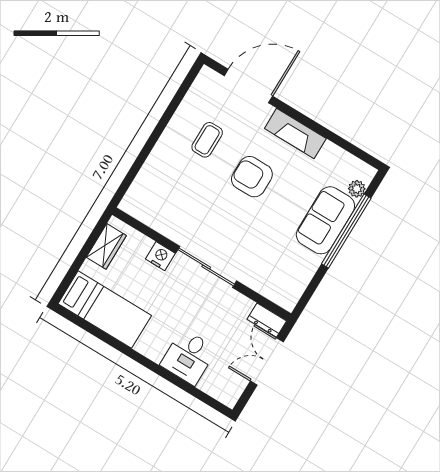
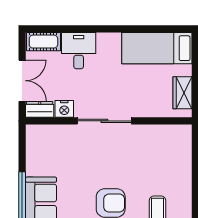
nightstand: (160, 256) -> (64, 109), moved
cot: (220, 389) -> (43, 42), added

